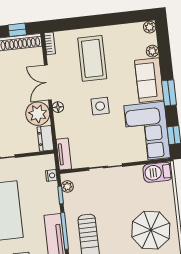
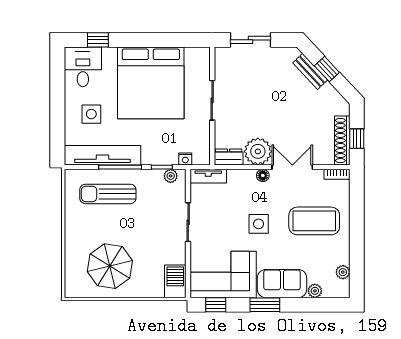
plant: (150, 27) -> (343, 272), moved

